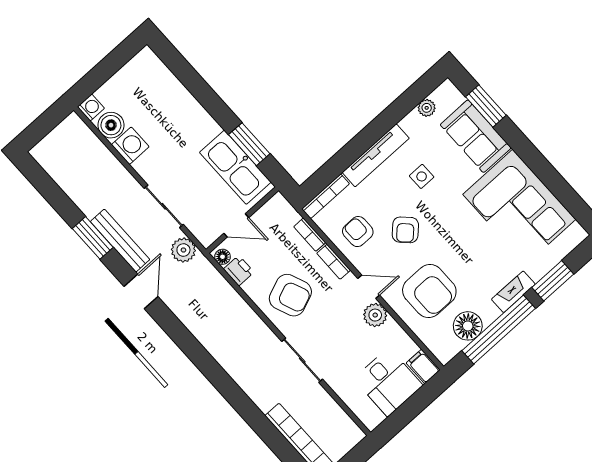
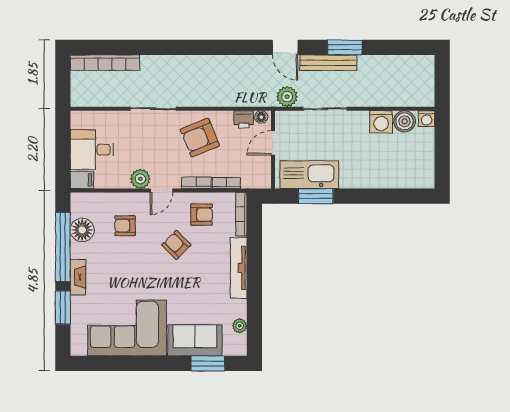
side table: (422, 176) -> (200, 285), removed
armchair: (429, 291) -> (125, 226), width x0.53, depth x0.53

